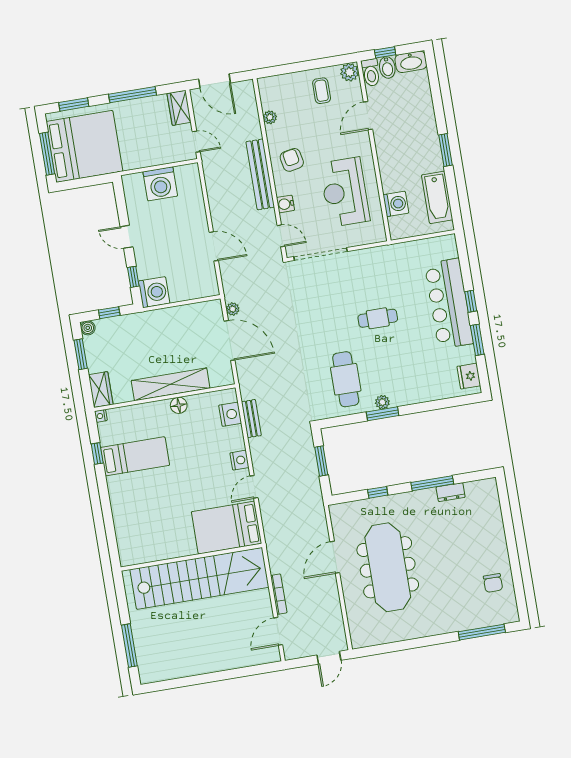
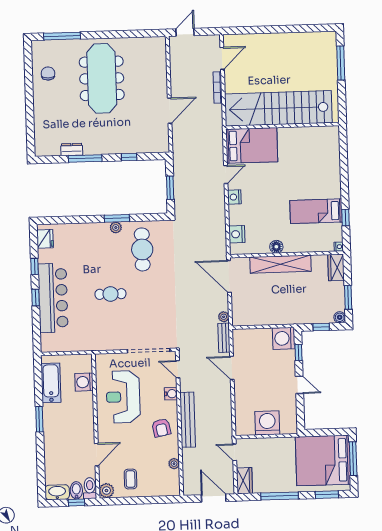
reception desk: (345, 192) -> (123, 397), turned 180
door: (229, 340) -> (229, 276), moved
window: (477, 340) -> (35, 266), width x0.67
bench: (251, 419) -> (224, 338), moved
meeting table: (388, 567) -> (102, 78), moved

